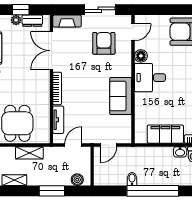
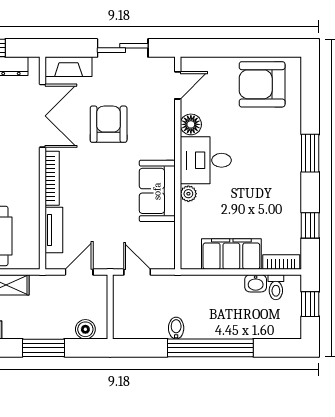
armchair: (104, 43) -> (109, 124), moved
double door: (51, 51) -> (43, 116), swing flipped
plant: (139, 98) -> (188, 194), added
door: (108, 145) -> (137, 272), swing flipped

